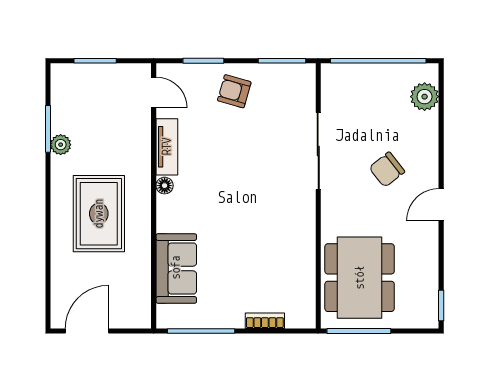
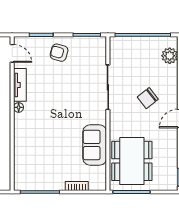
sofa: (176, 268) -> (95, 145), moved, turned 180

